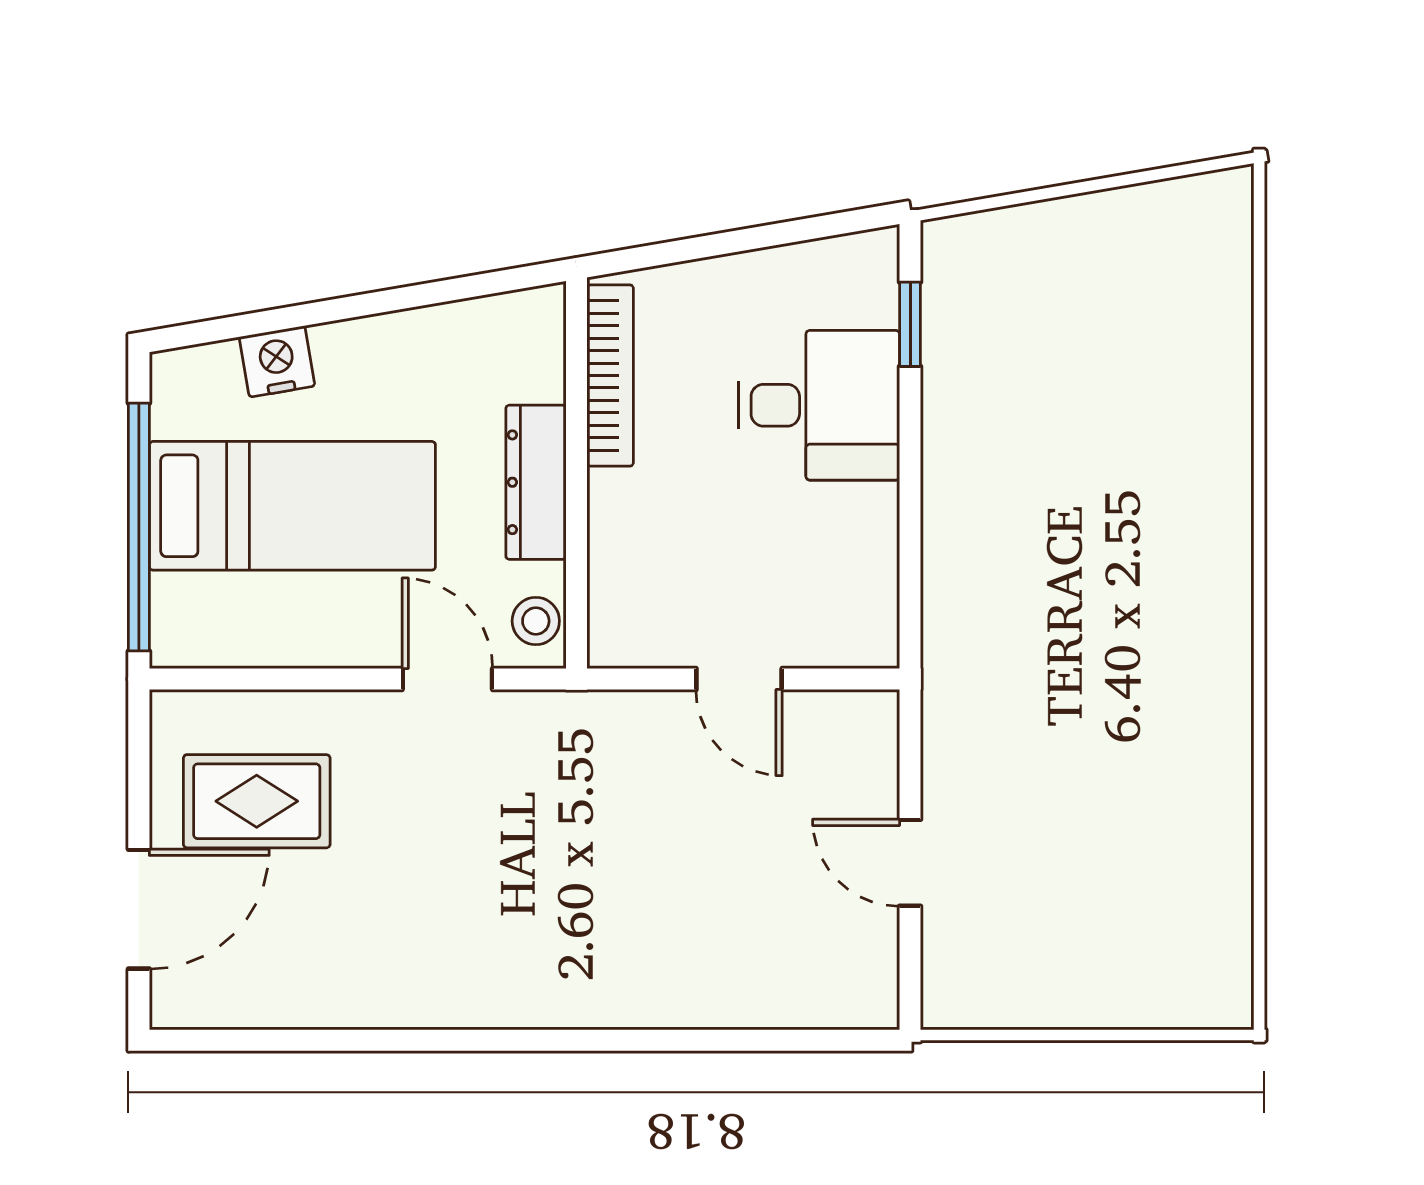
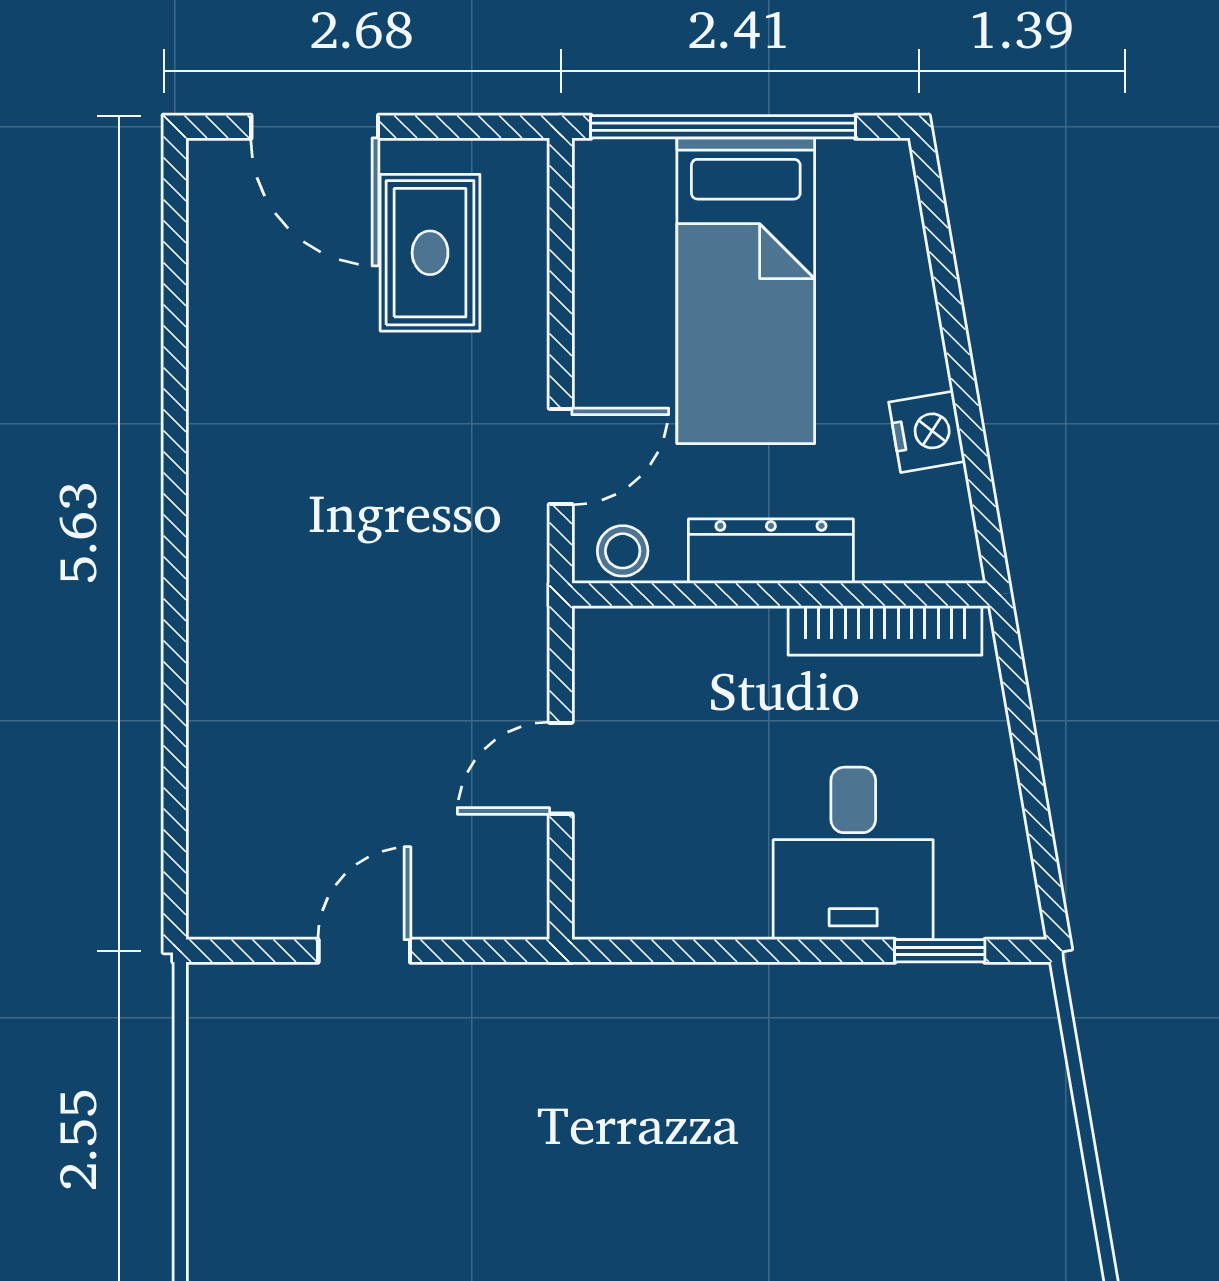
nightstand: (277, 361) -> (927, 432), moved

